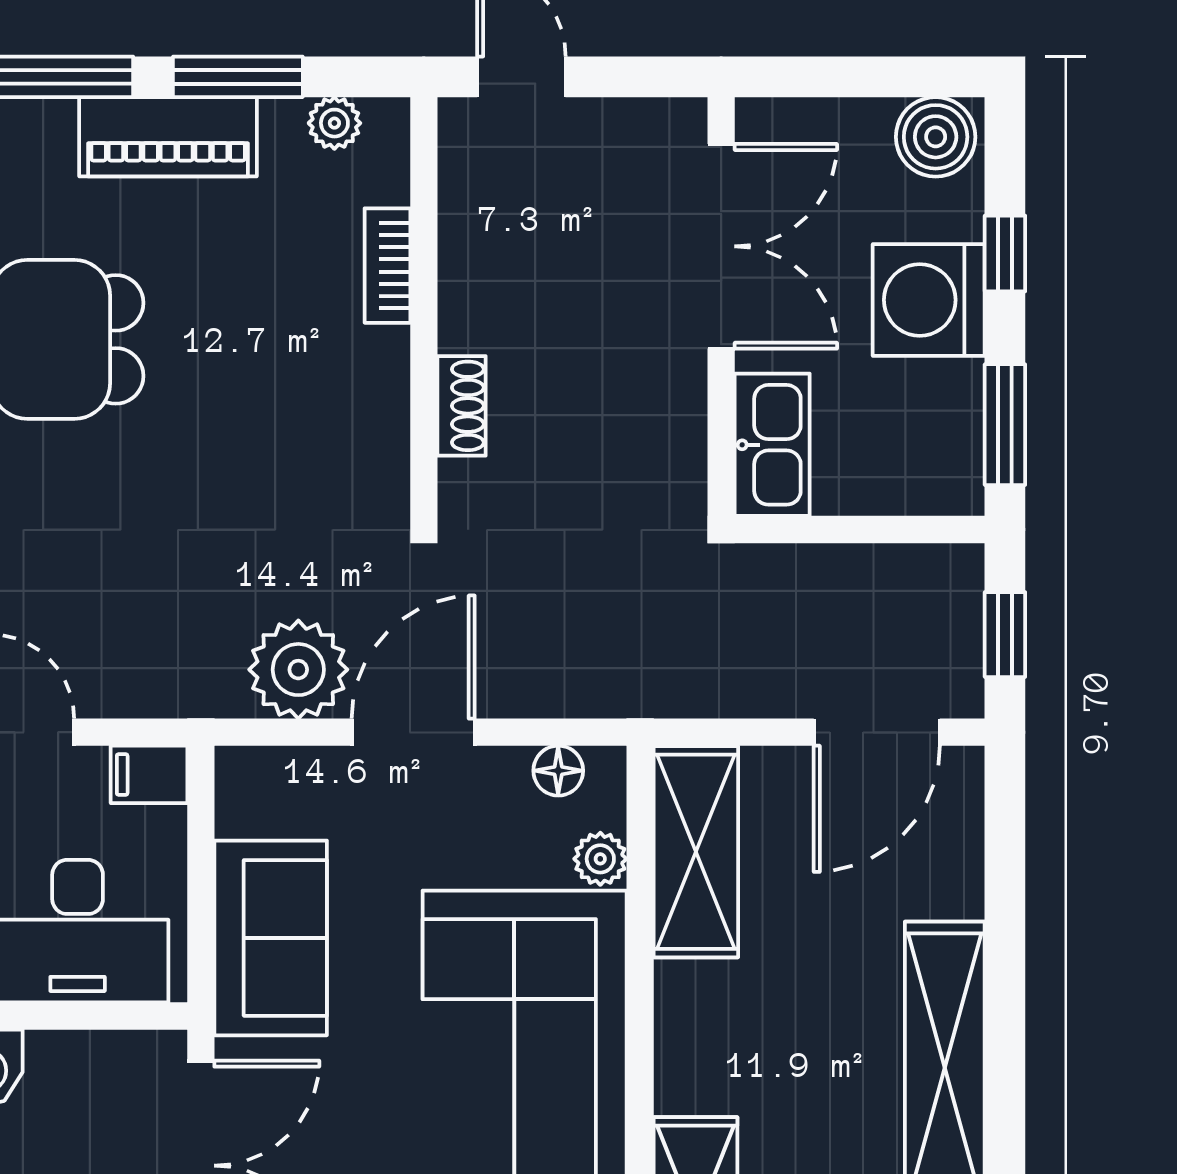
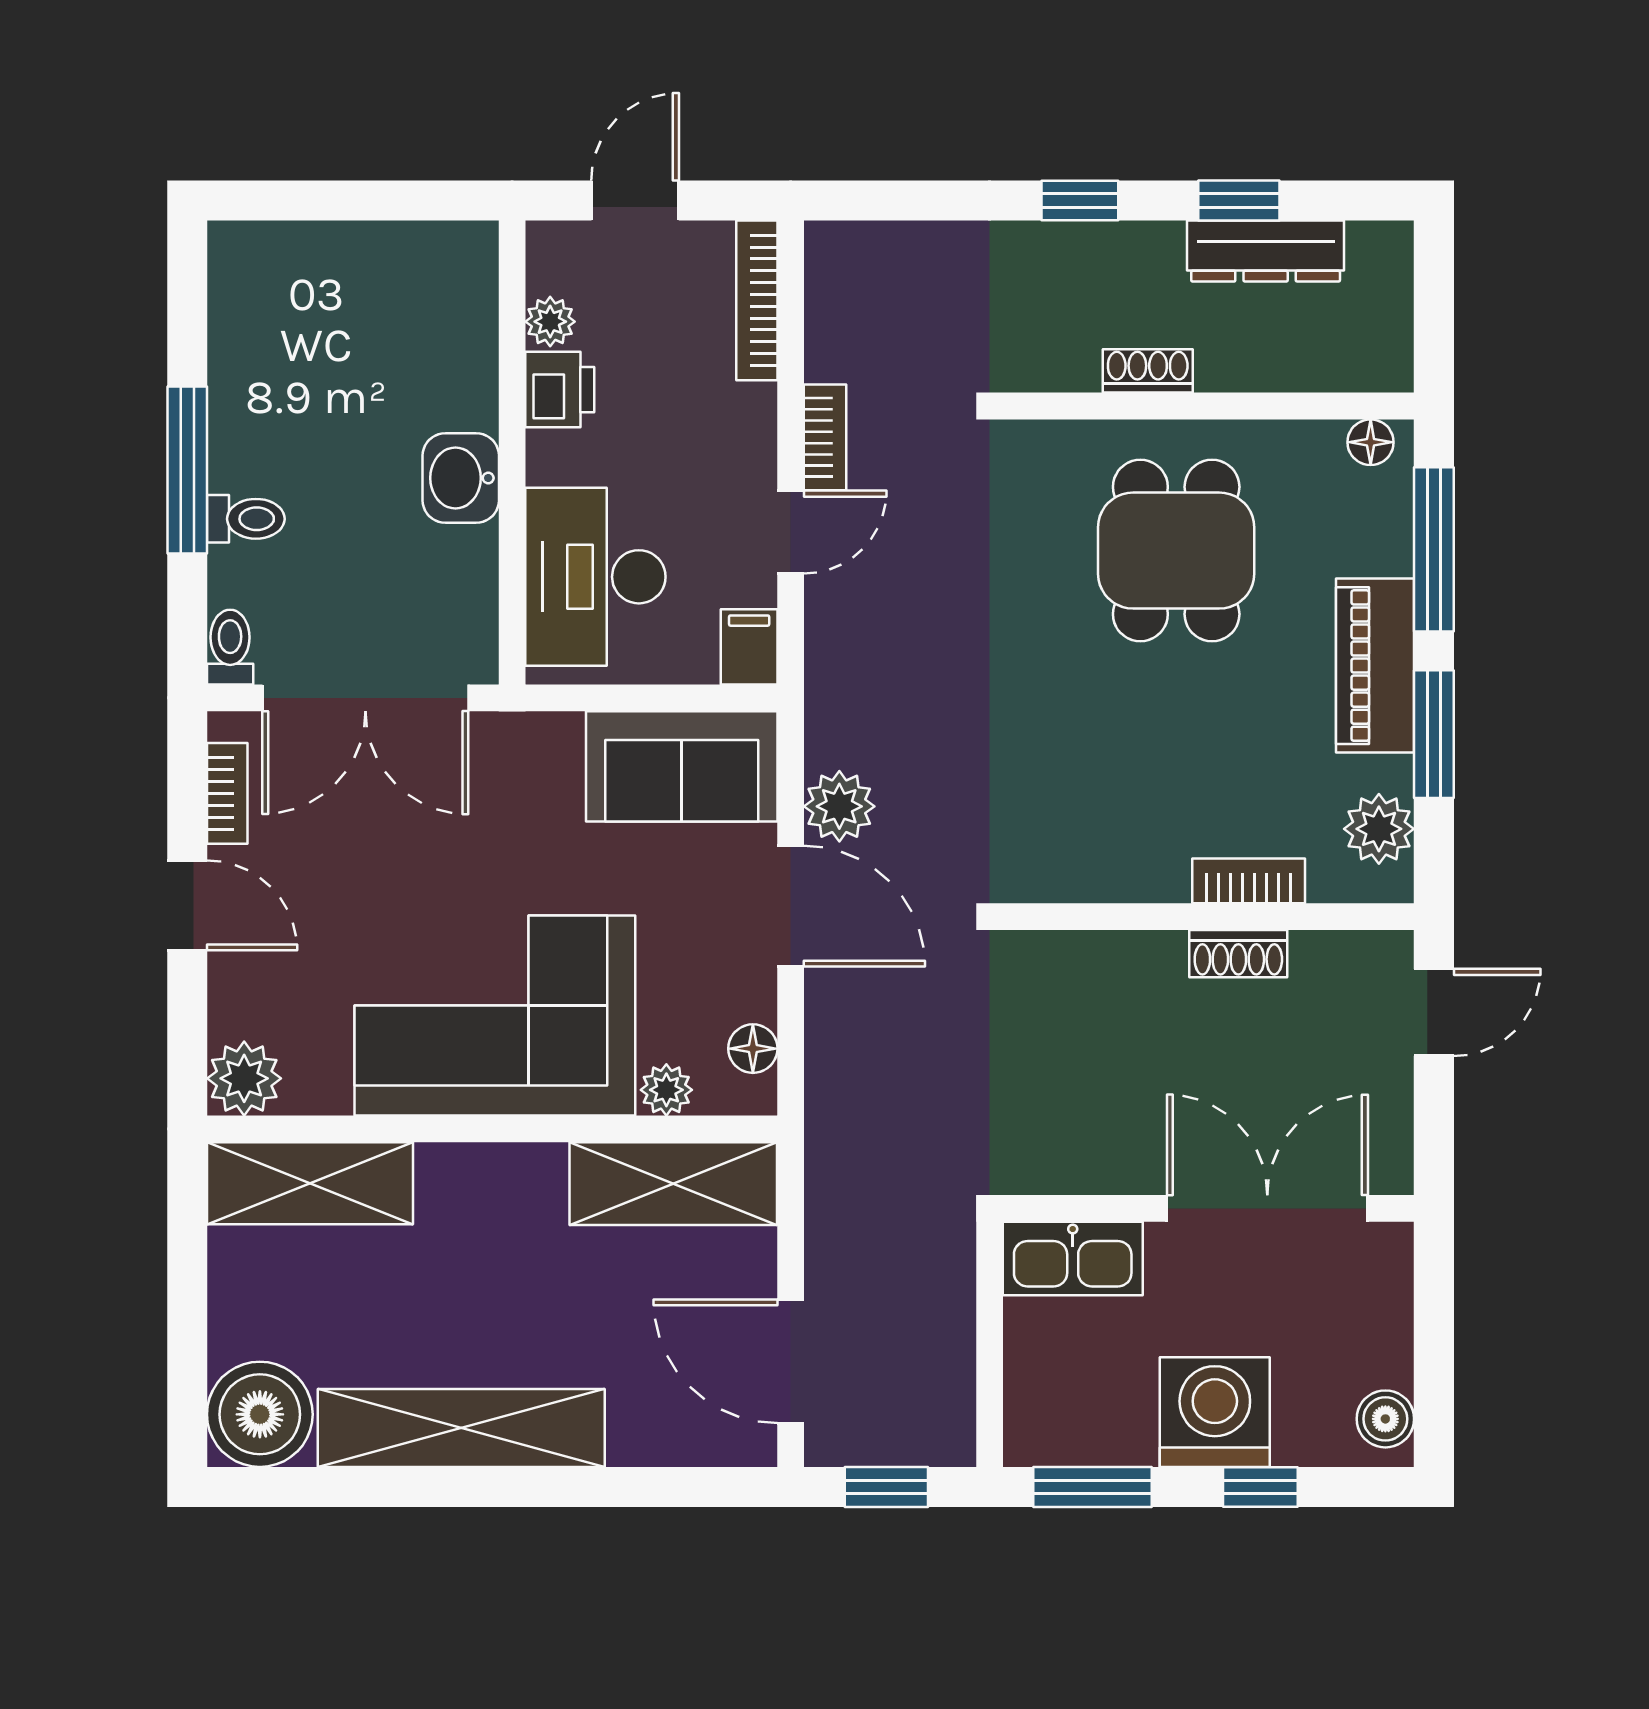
plant: (334, 123) -> (1379, 829), width x1.38, depth x1.38
boiler: (936, 137) -> (1385, 1419), width x0.73, depth x0.73
double door: (721, 246) -> (1267, 1208), swing flipped
shoe rack: (462, 406) -> (1238, 954), moved
plant: (298, 670) -> (839, 806), width x0.73, depth x0.73
sofa: (271, 938) -> (682, 766), moved

